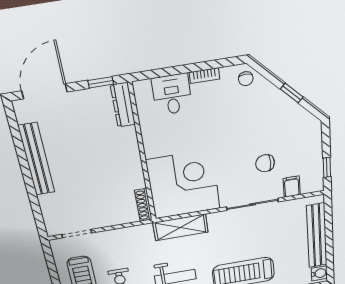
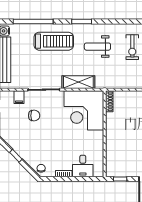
dresser: (123, 105) -> (110, 165), removed
shelving: (181, 227) -> (78, 82), moved

